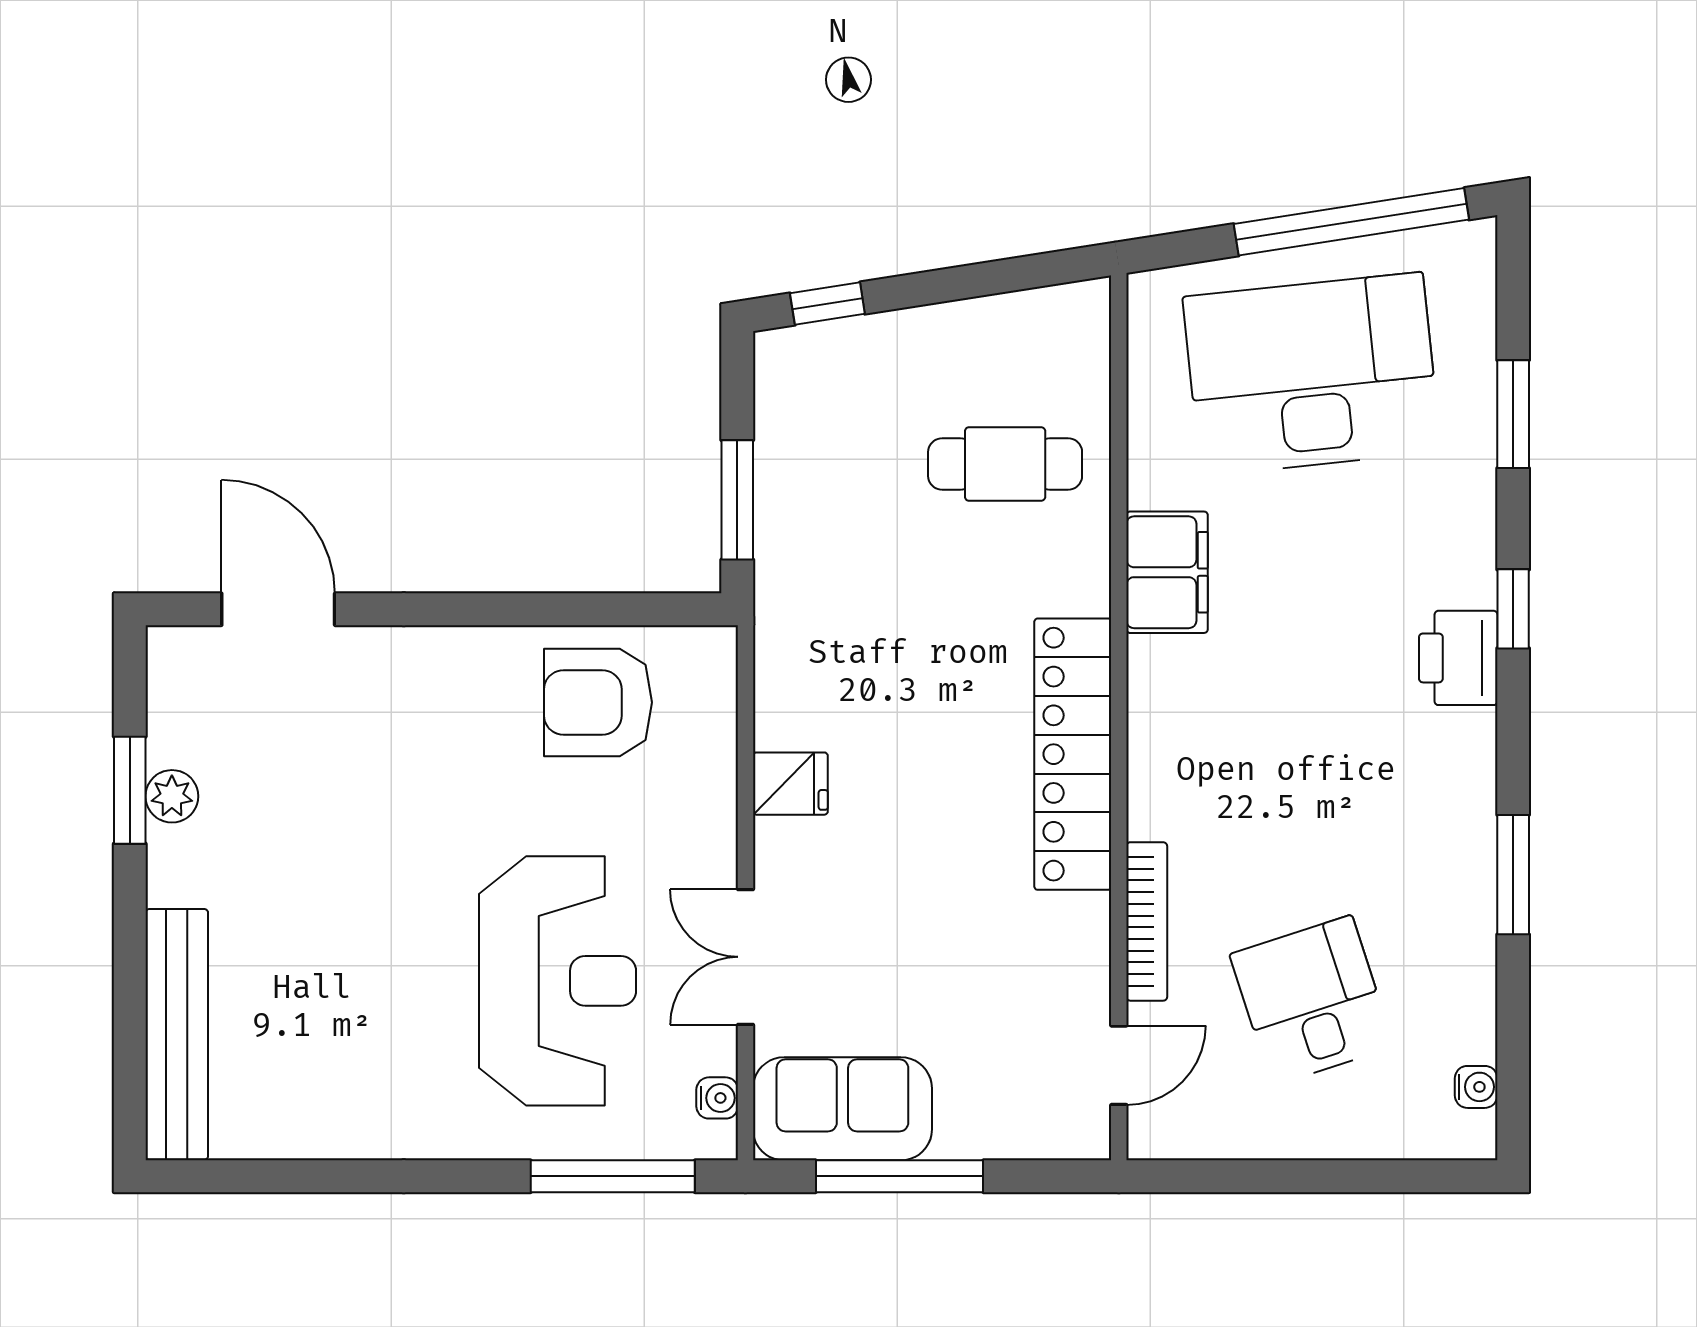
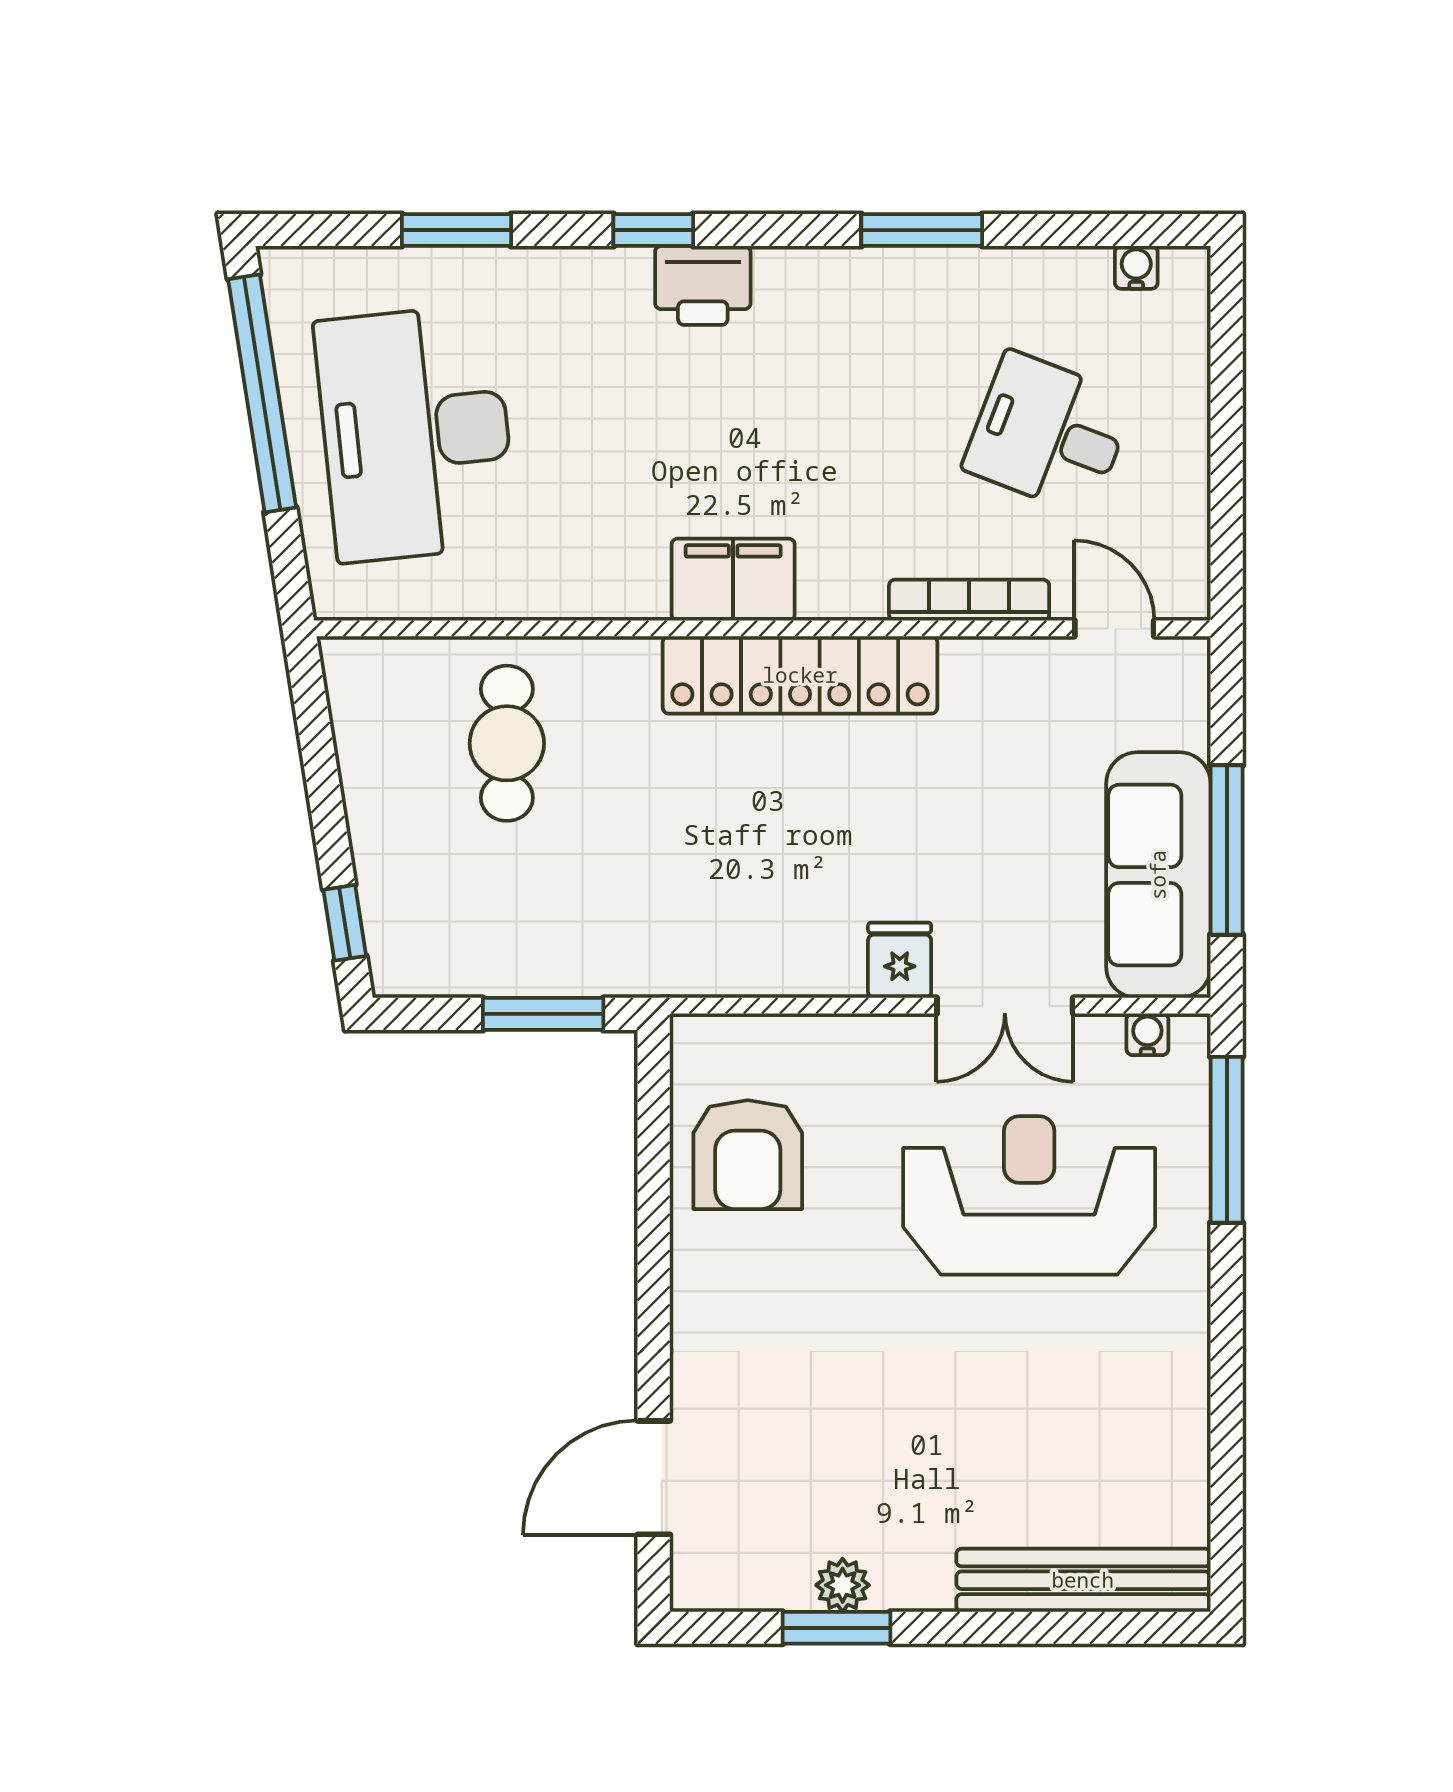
filing cabinet: (1167, 572) -> (733, 580), moved
fridge: (790, 784) -> (900, 960), moved
desk: (1312, 1000) -> (1049, 433), turned 39
sofa: (842, 1109) -> (1158, 875), width x1.36

